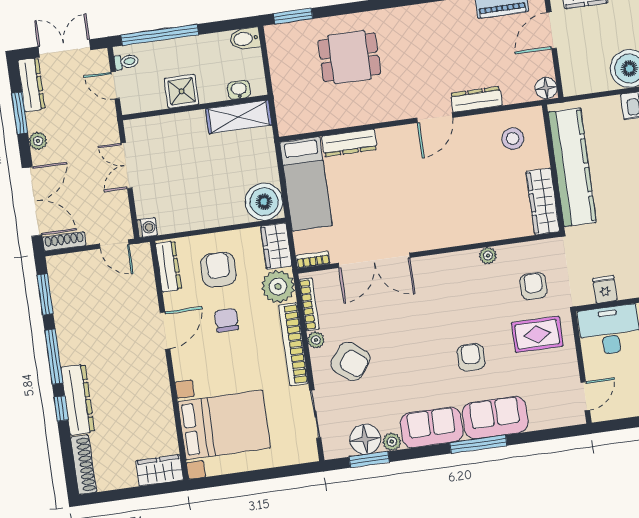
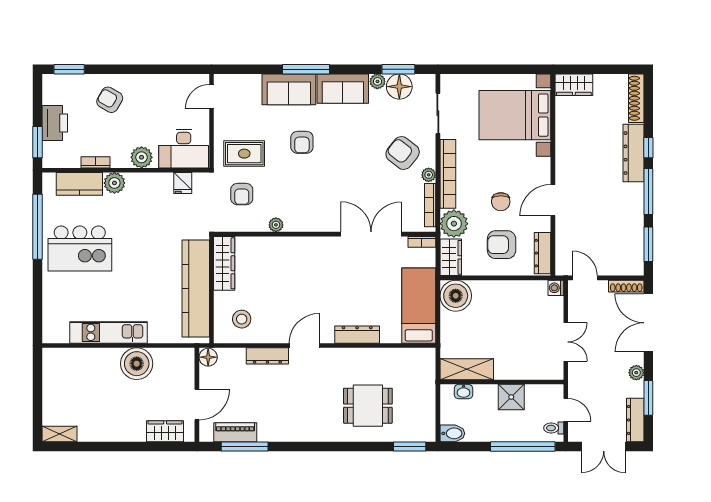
dresser: (349, 143) -> (357, 335), moved
armchair: (218, 270) -> (502, 245), turned 90

